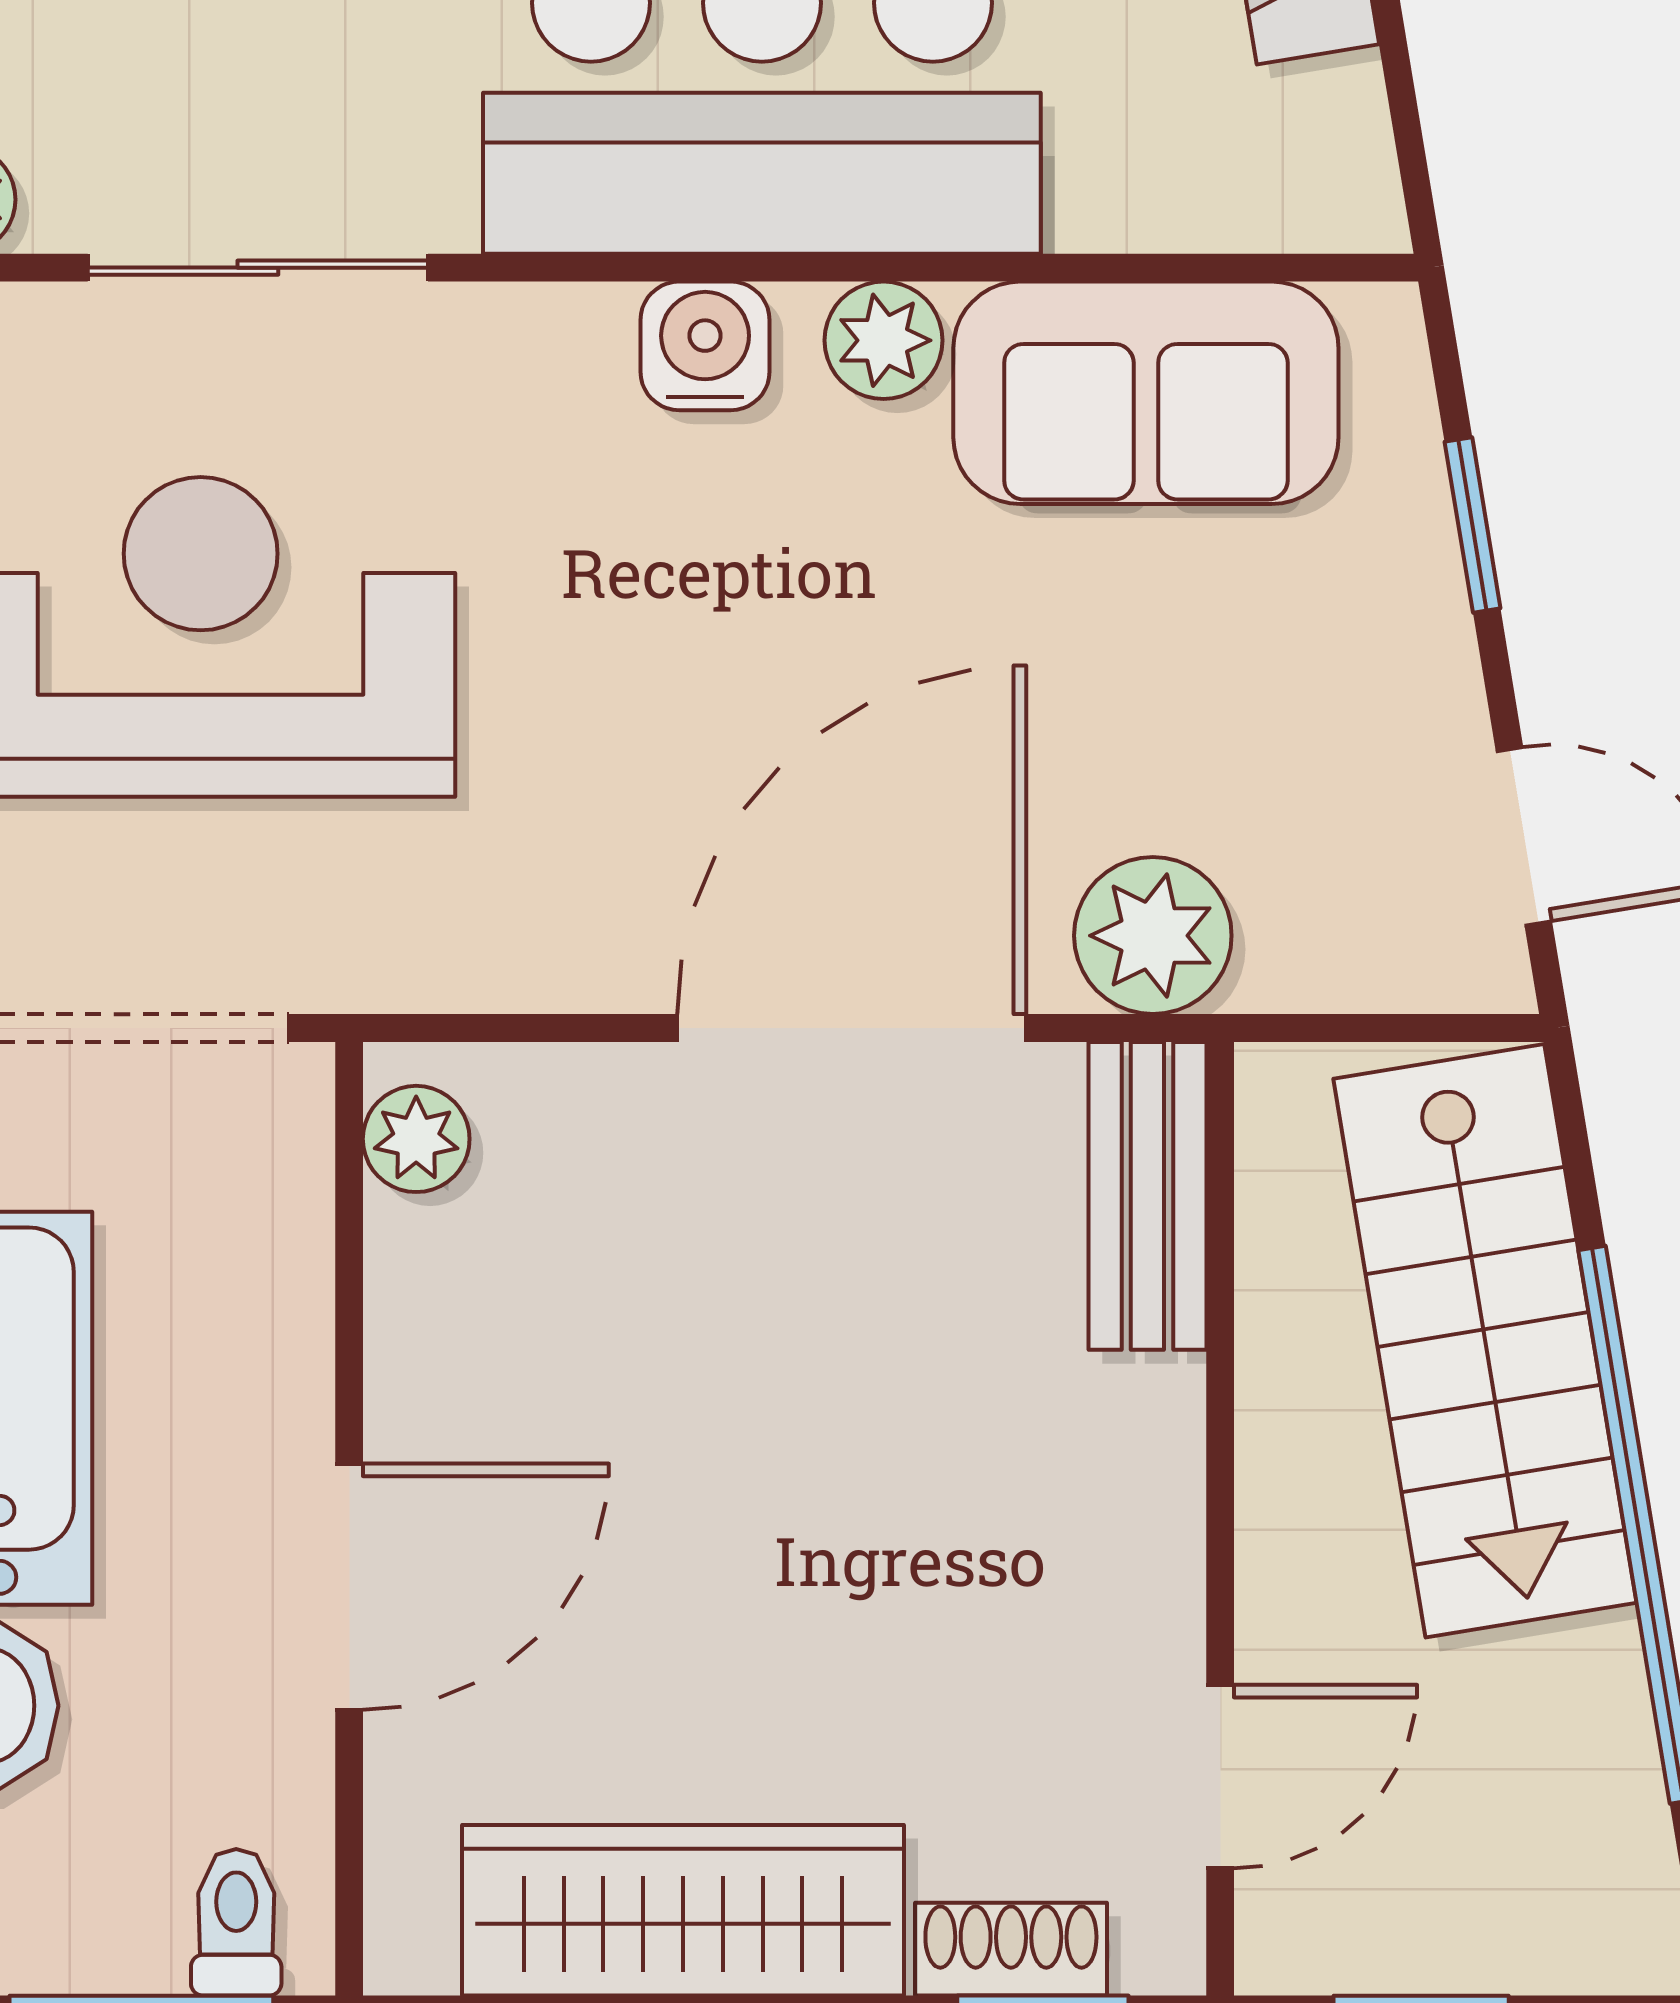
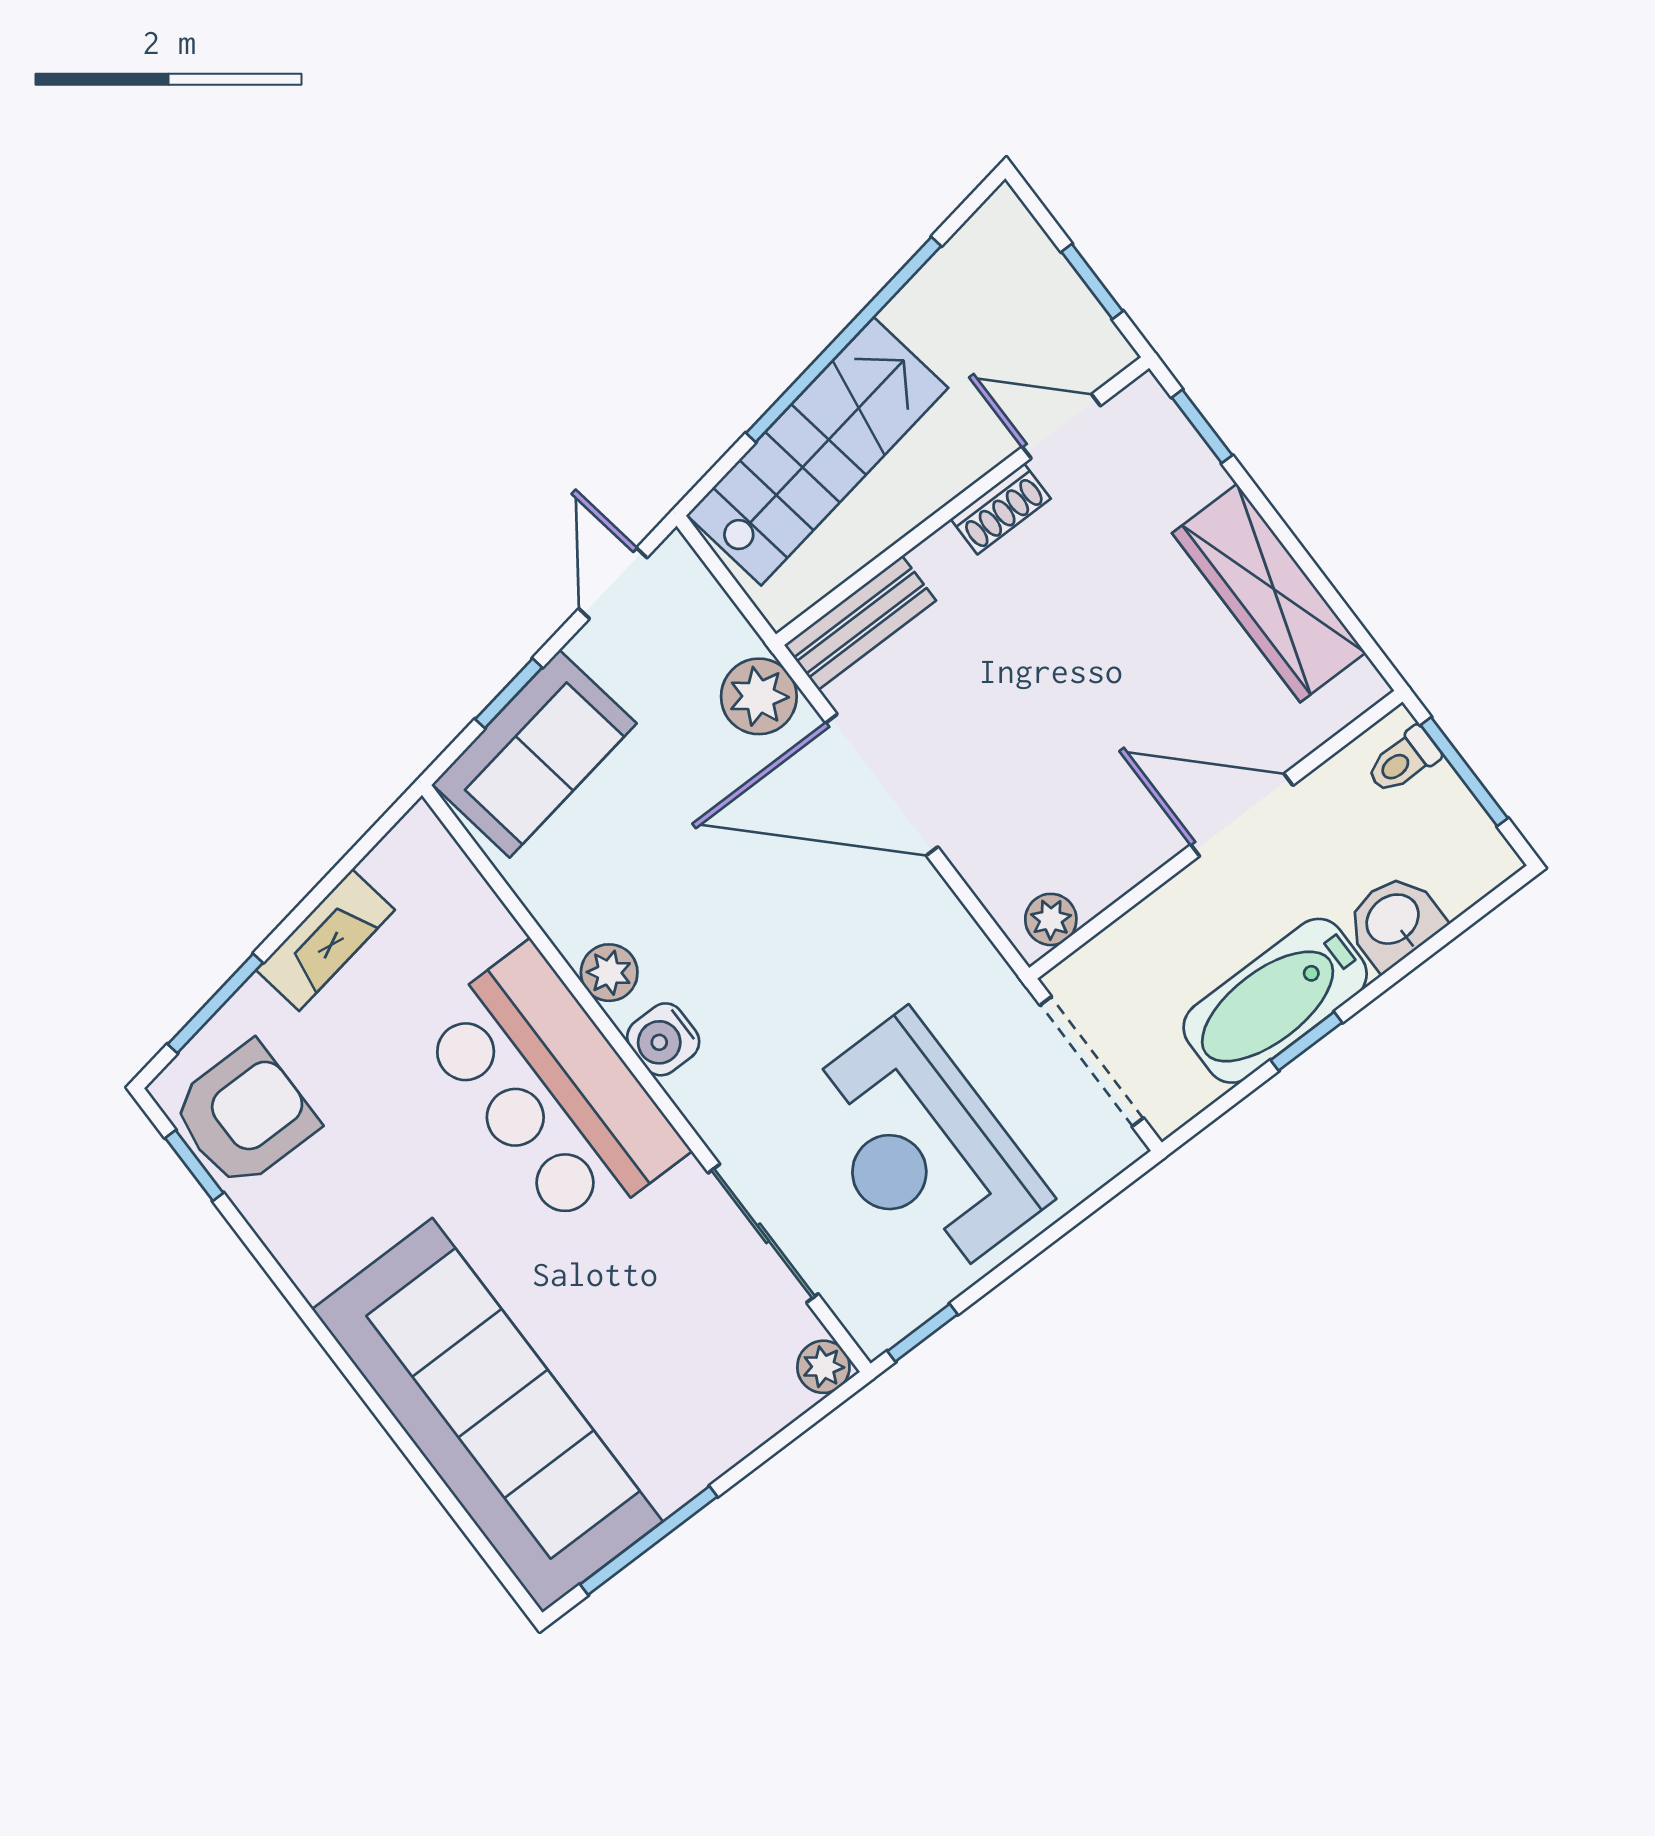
sofa: (1146, 393) -> (534, 754), moved, turned 81
shoe rack: (1011, 1949) -> (1001, 509), moved, turned -90

